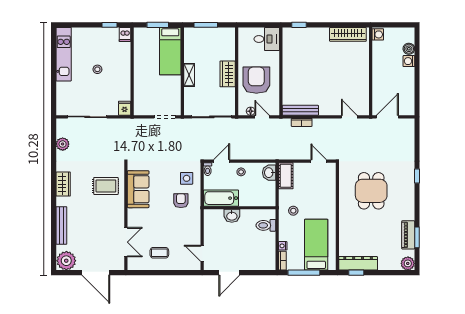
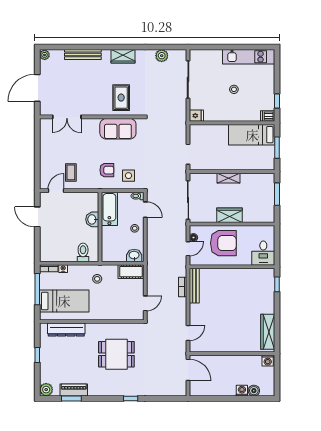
bed: (170, 51) -> (252, 135), moved
coffee table: (159, 253) -> (71, 172), moved
plant: (66, 261) -> (45, 55), width x0.53, depth x0.53
dresser: (358, 263) -> (66, 330), moved, turned 90
window: (356, 273) -> (37, 355), moved

